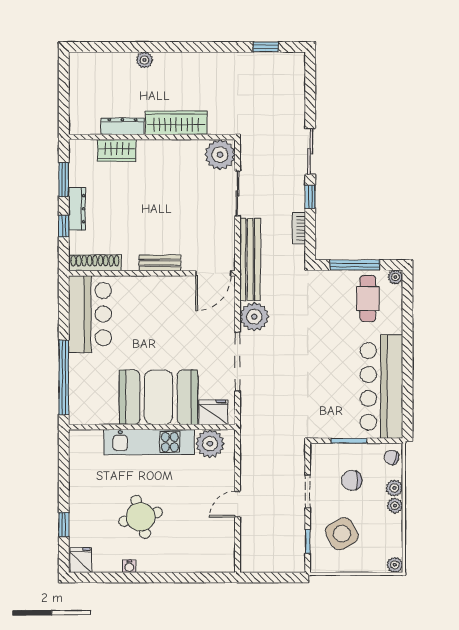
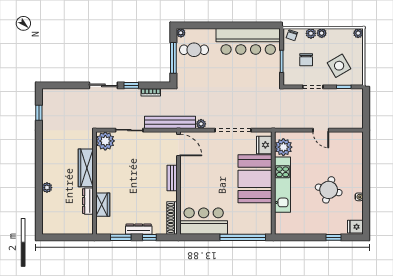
plant: (254, 317) -> (201, 124), width x0.53, depth x0.53
round table: (141, 517) -> (329, 190), turned 30

